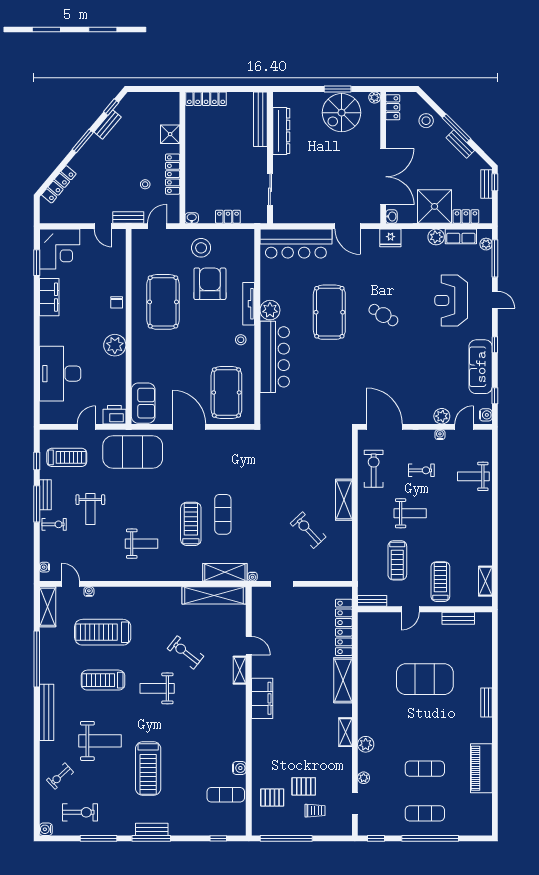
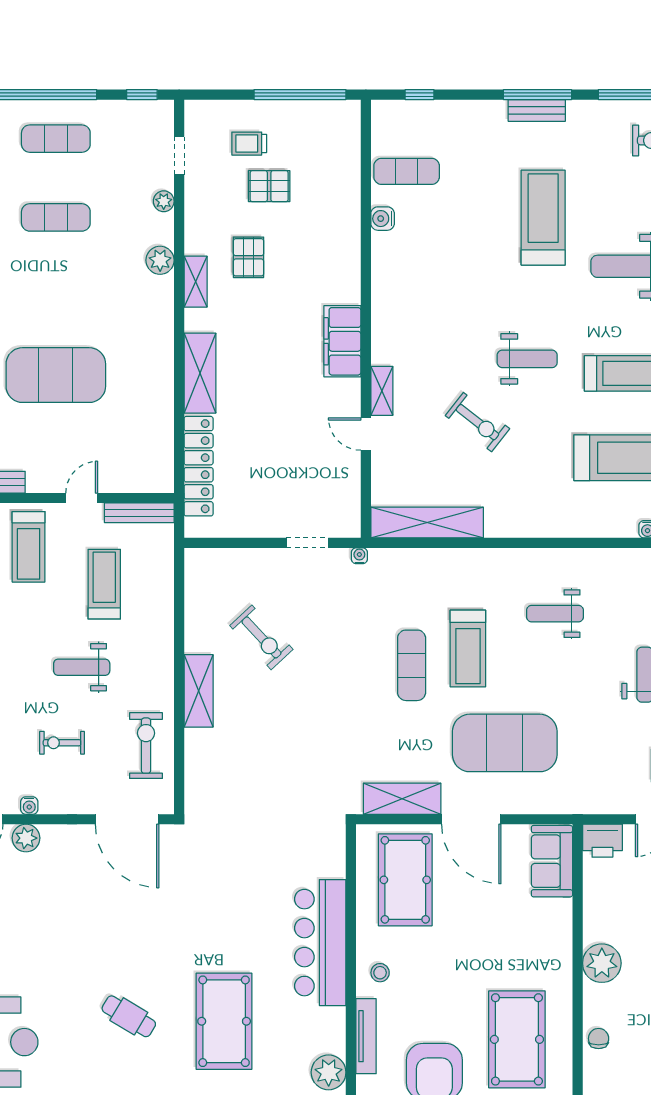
plant: (270, 310) -> (329, 1072), moved
exercise mat: (133, 452) -> (505, 743), moved
exercise bike: (374, 469) -> (146, 746), turned 180
shelving: (225, 572) -> (402, 799), moved
bench: (372, 601) -> (139, 513), width x1.36
pallet: (272, 798) -> (249, 257), moved, turned 90

